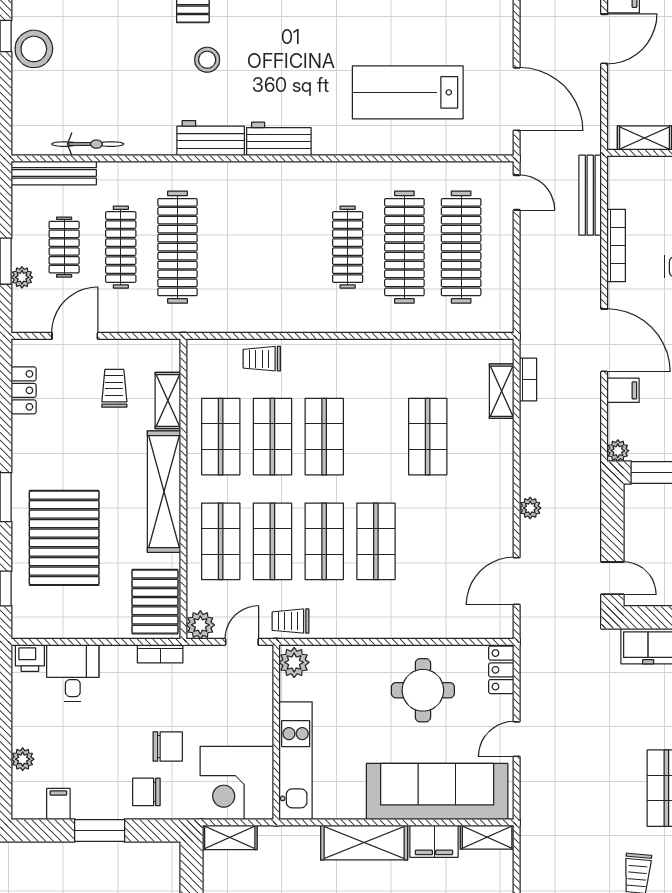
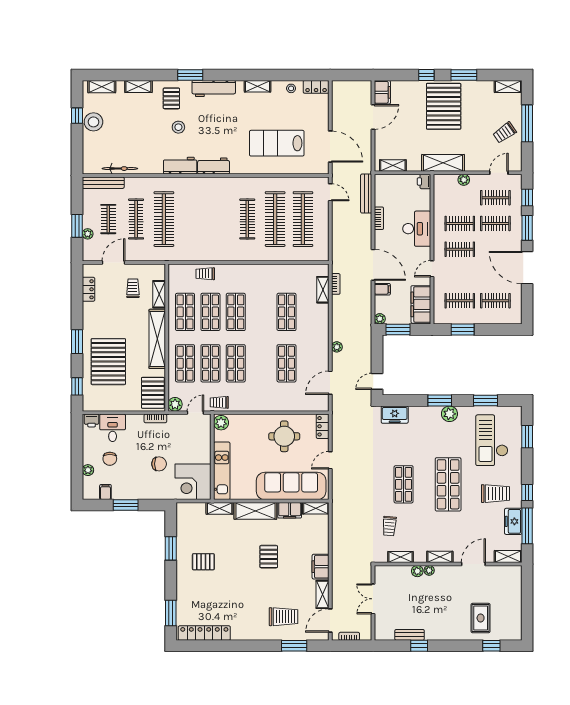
bookcase: (616, 246) -> (379, 218), width x0.64
shop shelf: (376, 541) -> (287, 363), moved
door: (612, 578) -> (377, 381), swing flipped
chair: (146, 792) -> (110, 459), moved, turned -90
shelving: (230, 837) -> (220, 508), moved

